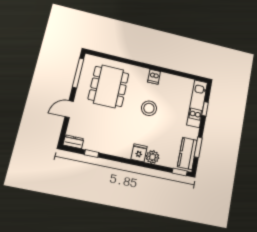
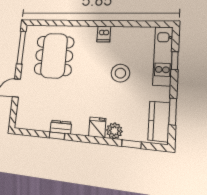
stool: (149, 108) -> (120, 73), moved
dresser: (73, 142) -> (61, 127), moved
window: (92, 154) -> (57, 136), moved
window: (180, 172) -> (131, 144), moved

